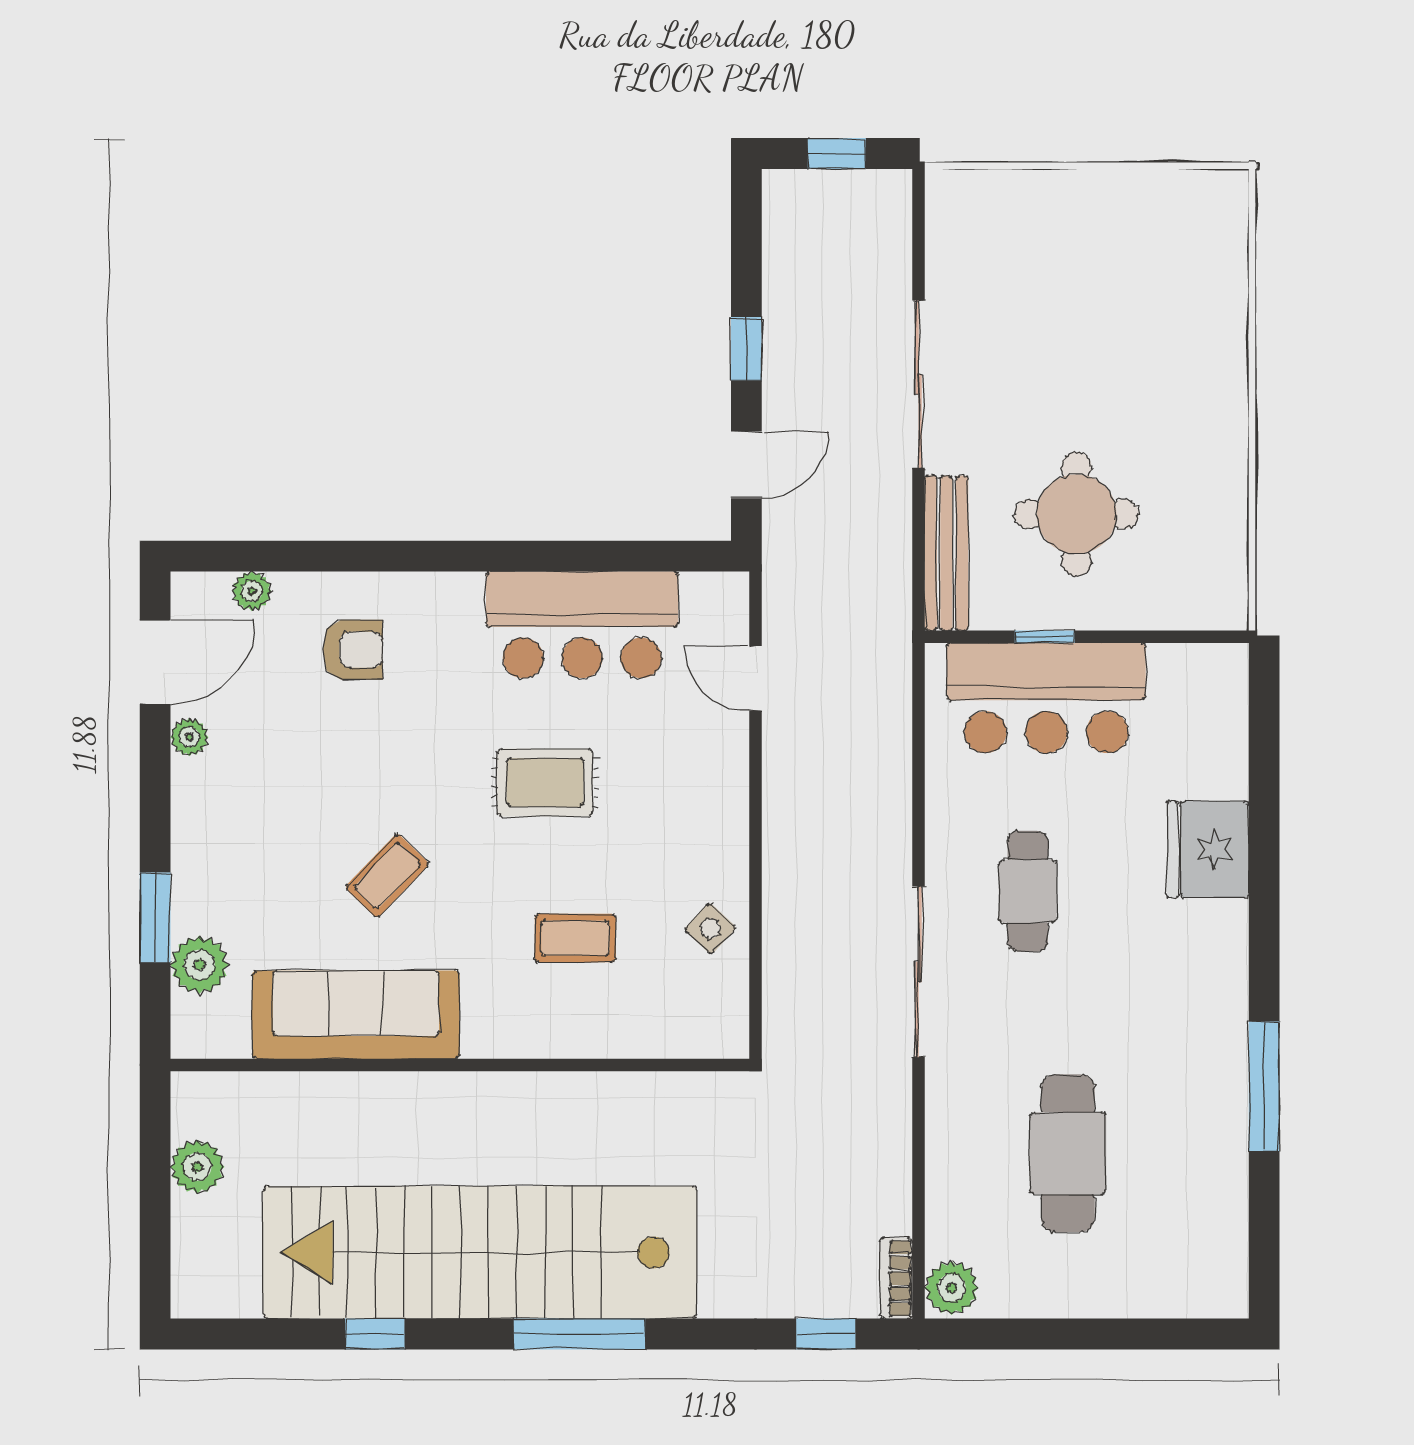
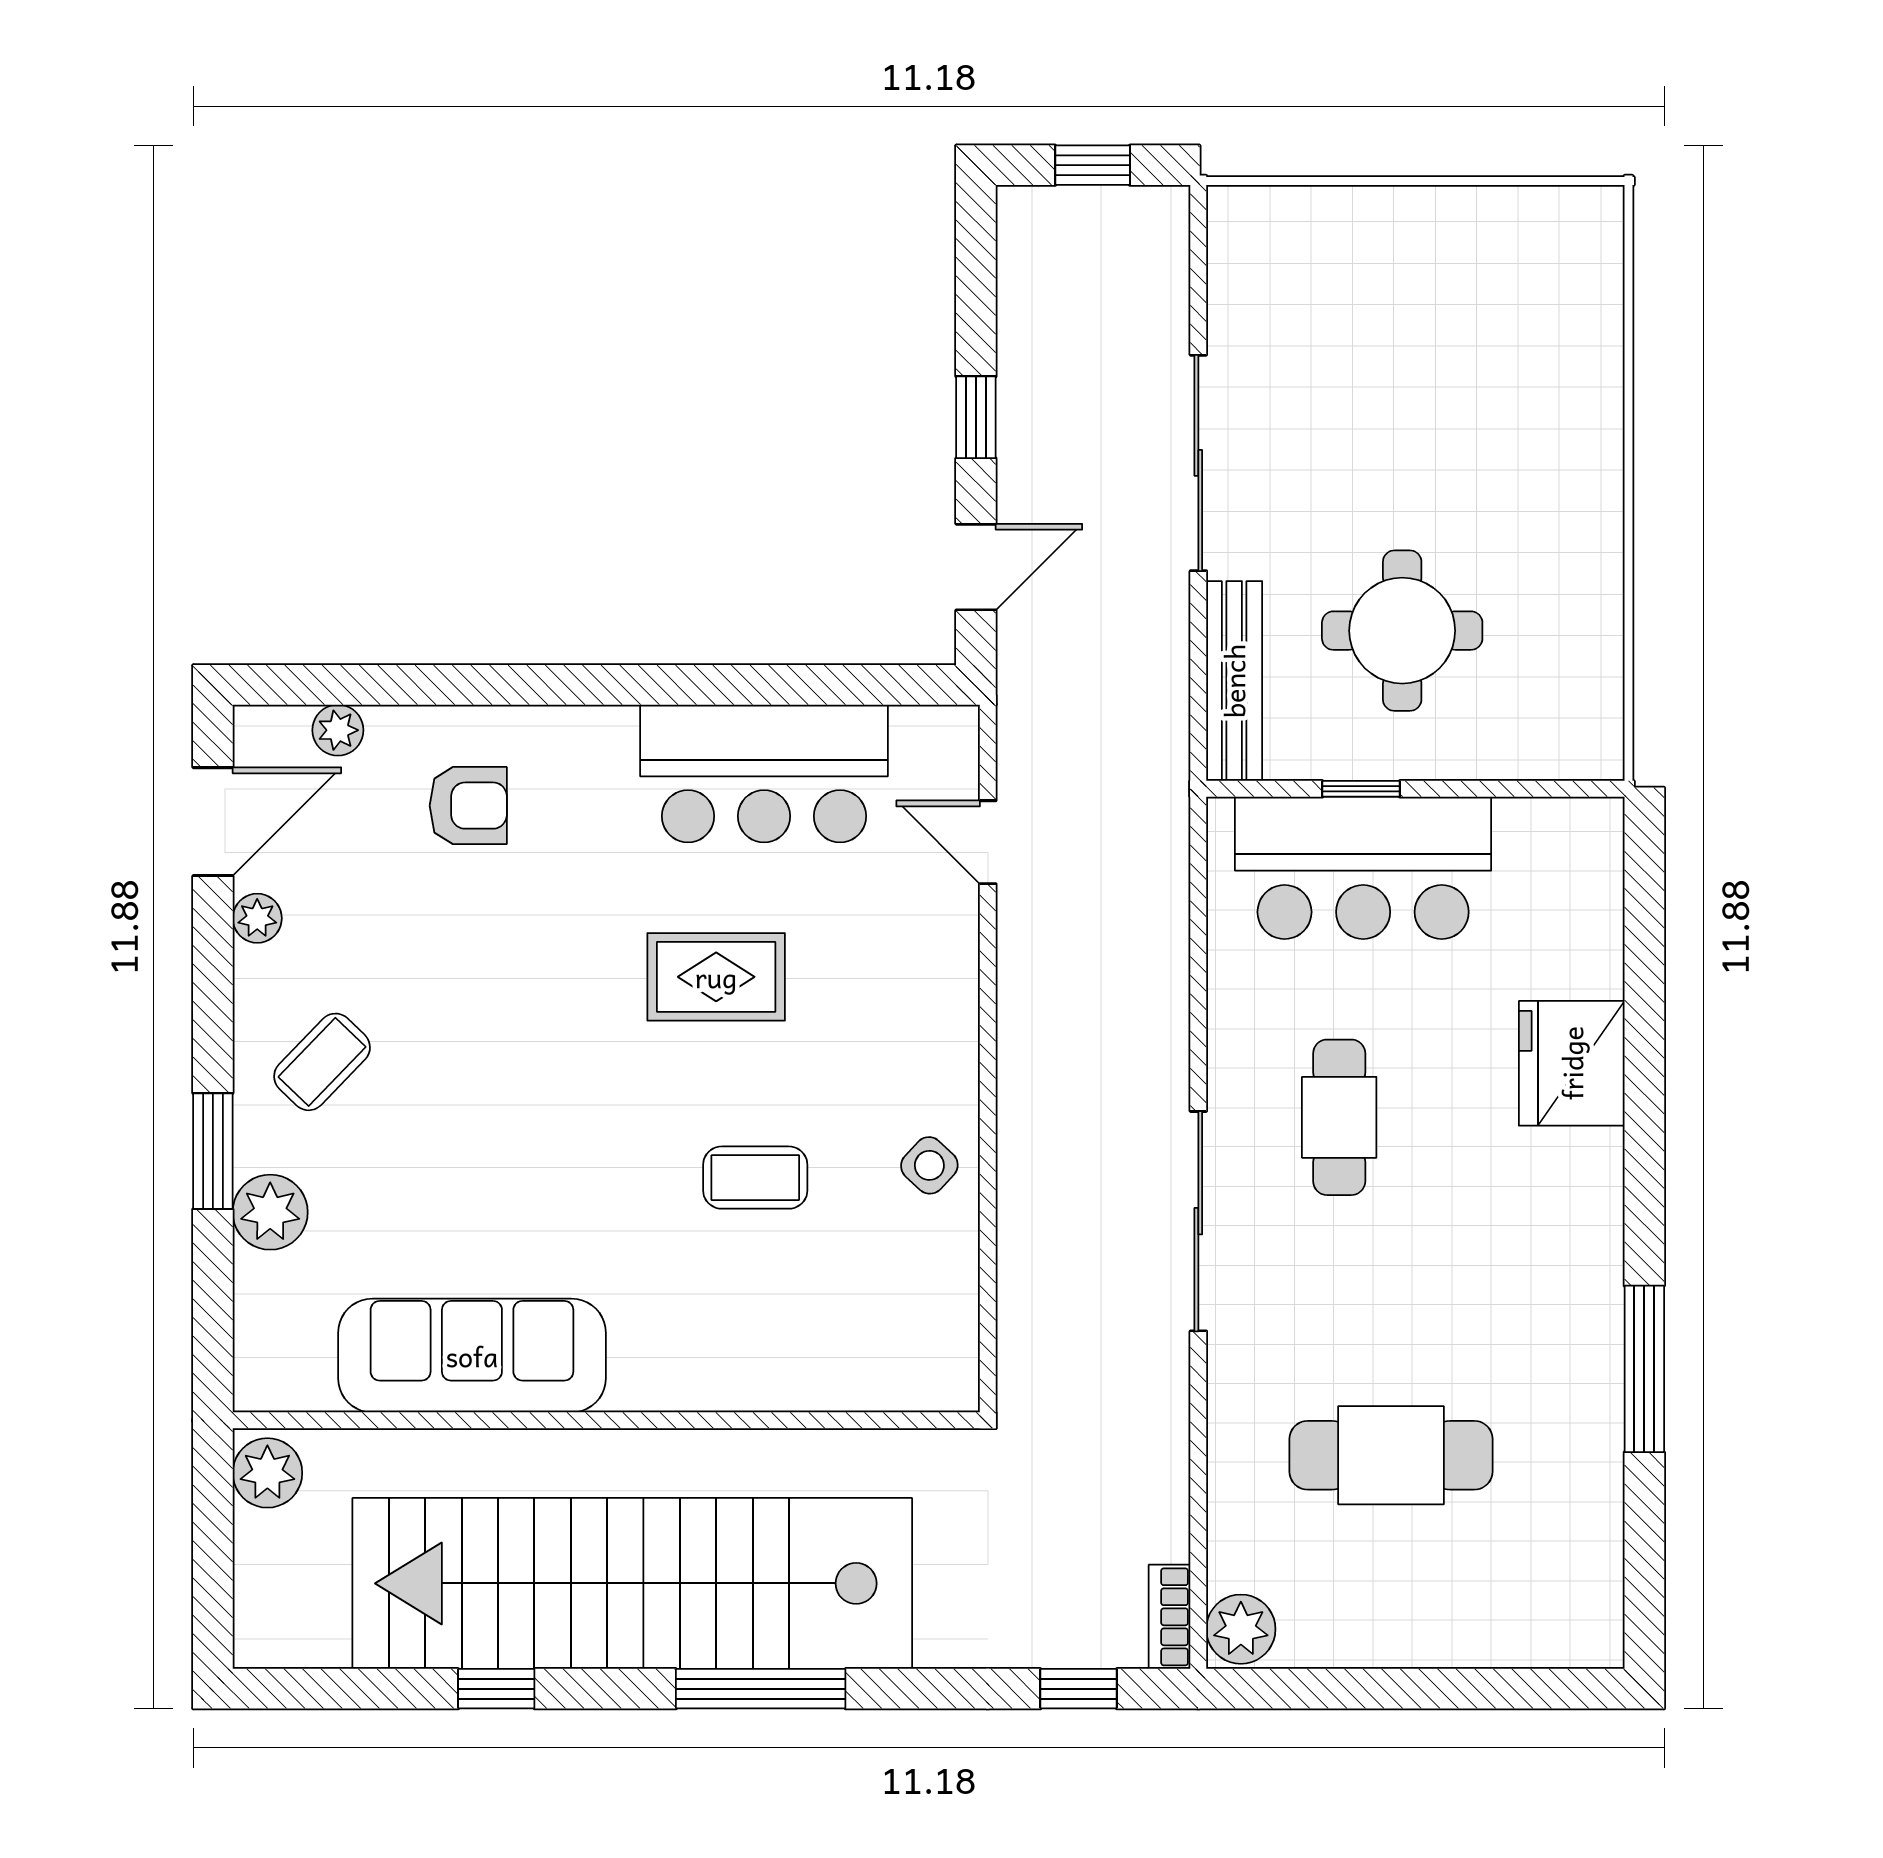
coffee table: (387, 876) -> (322, 1062), moved
sofa: (356, 1015) -> (472, 1356), moved
wall: (460, 1065) -> (606, 1420), moved
cafe table: (1068, 1153) -> (1391, 1455), turned 90

